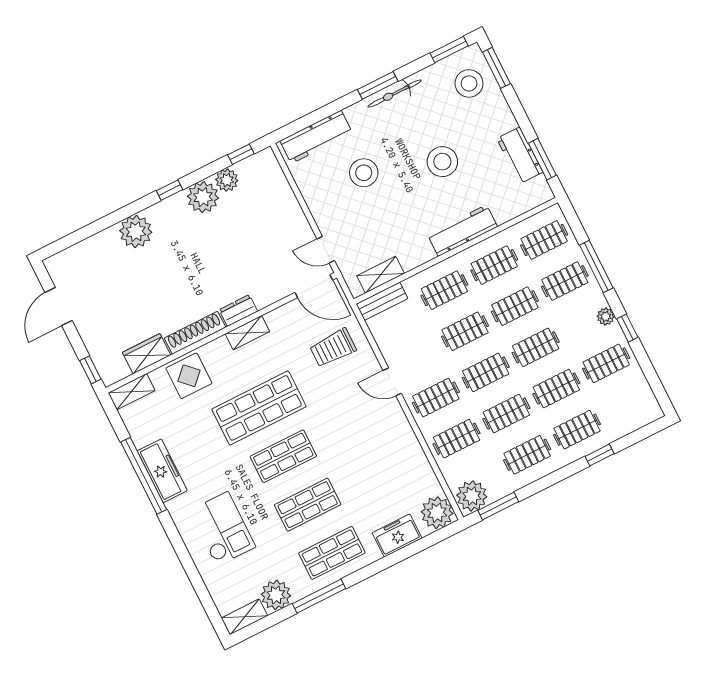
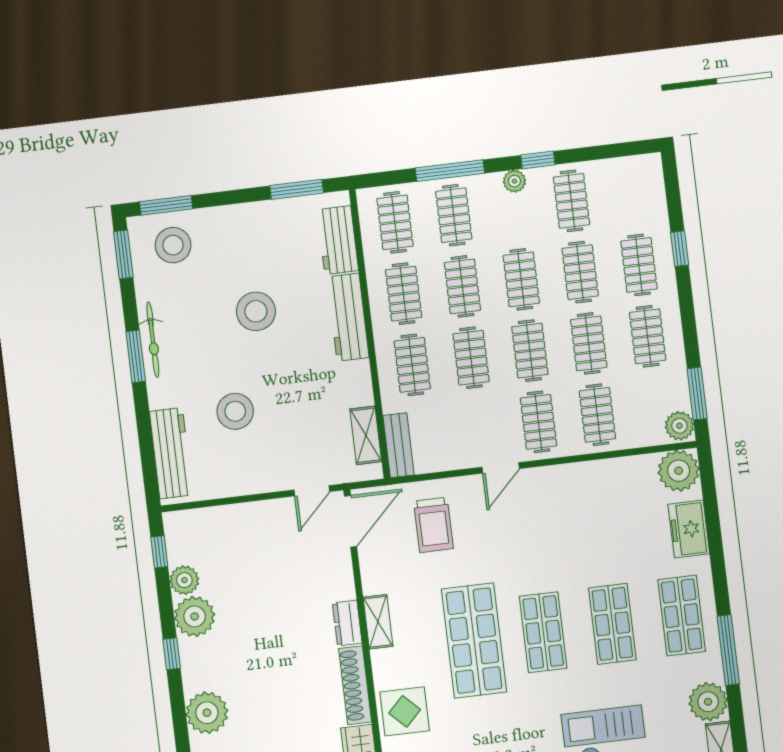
workbench: (520, 155) -> (338, 240), moved, turned 90
plant: (472, 496) -> (679, 426), width x0.73, depth x0.73

